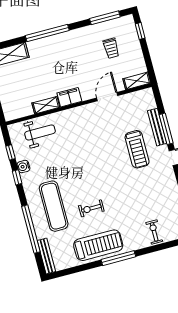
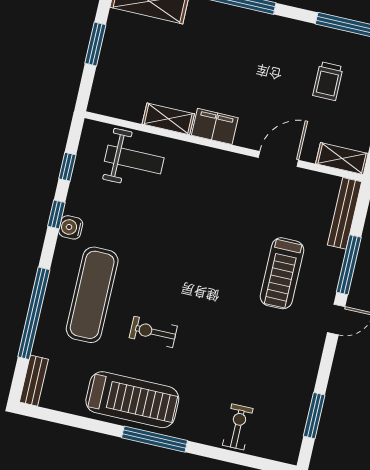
bench: (157, 127) -> (345, 213), moved
water cooler: (23, 167) -> (71, 227), moved
bench: (46, 256) -> (34, 381), width x0.73

